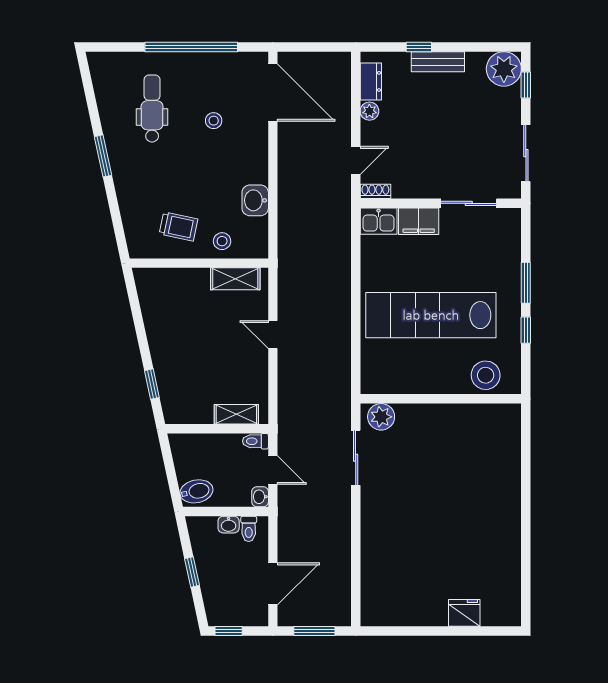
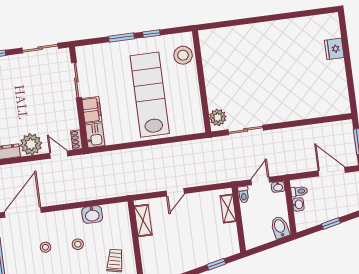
plant: (369, 111) -> (31, 144), width x1.87, depth x1.87
stool: (222, 241) -> (78, 244), moved
lab bench: (431, 315) -> (150, 95), turned 180

